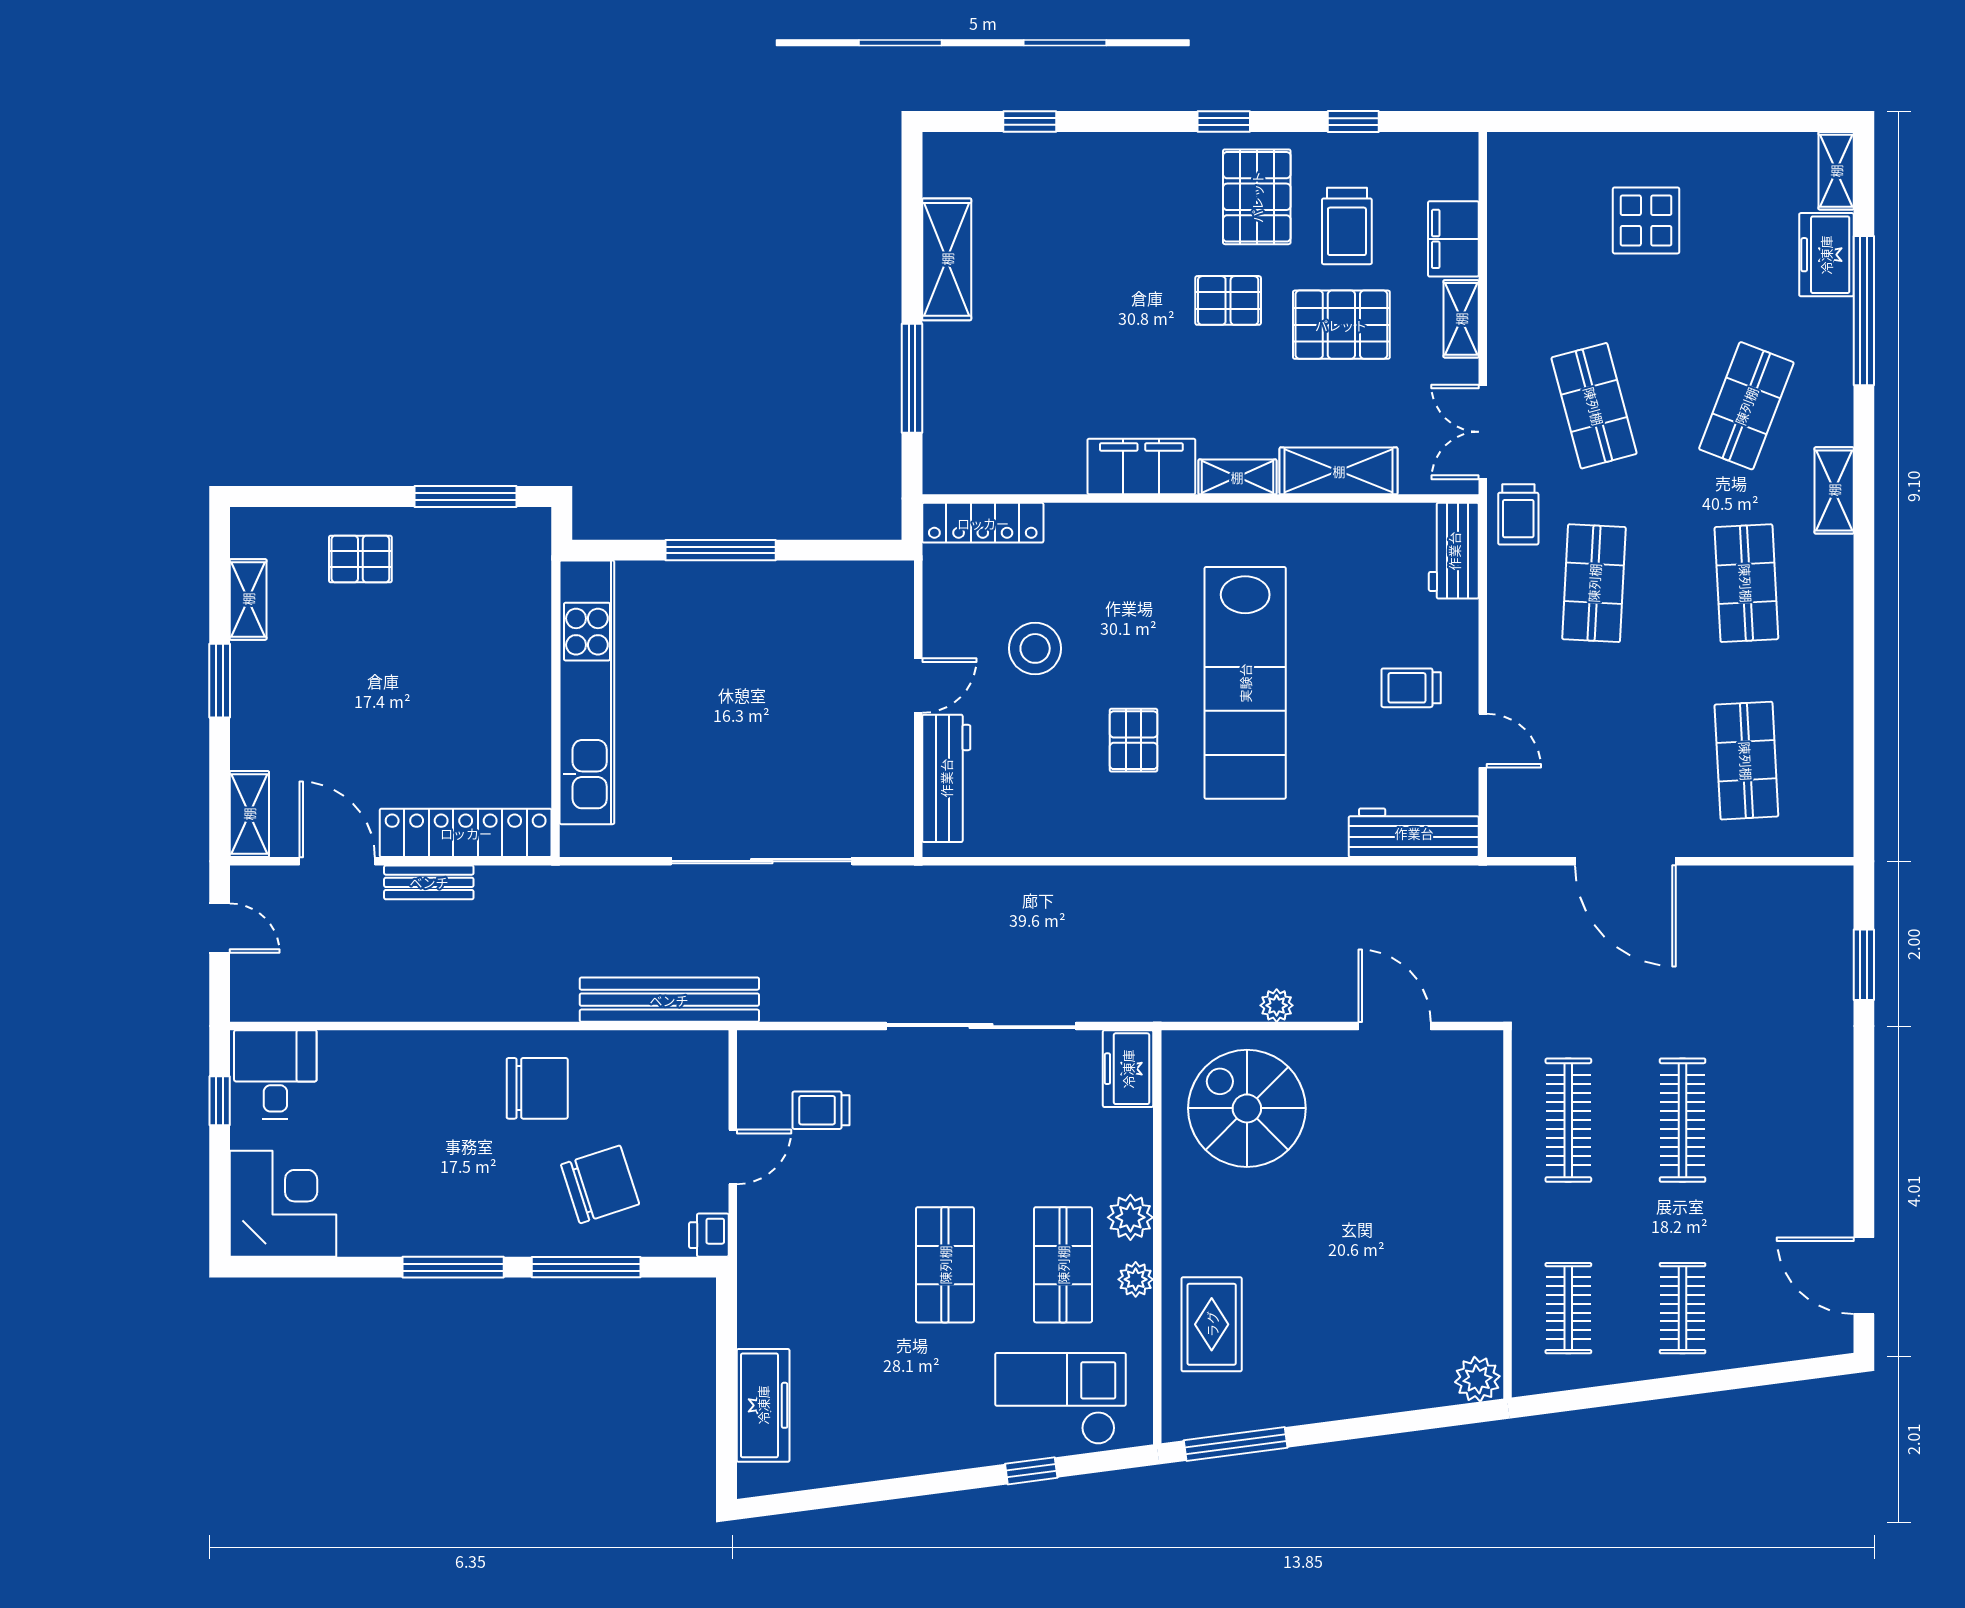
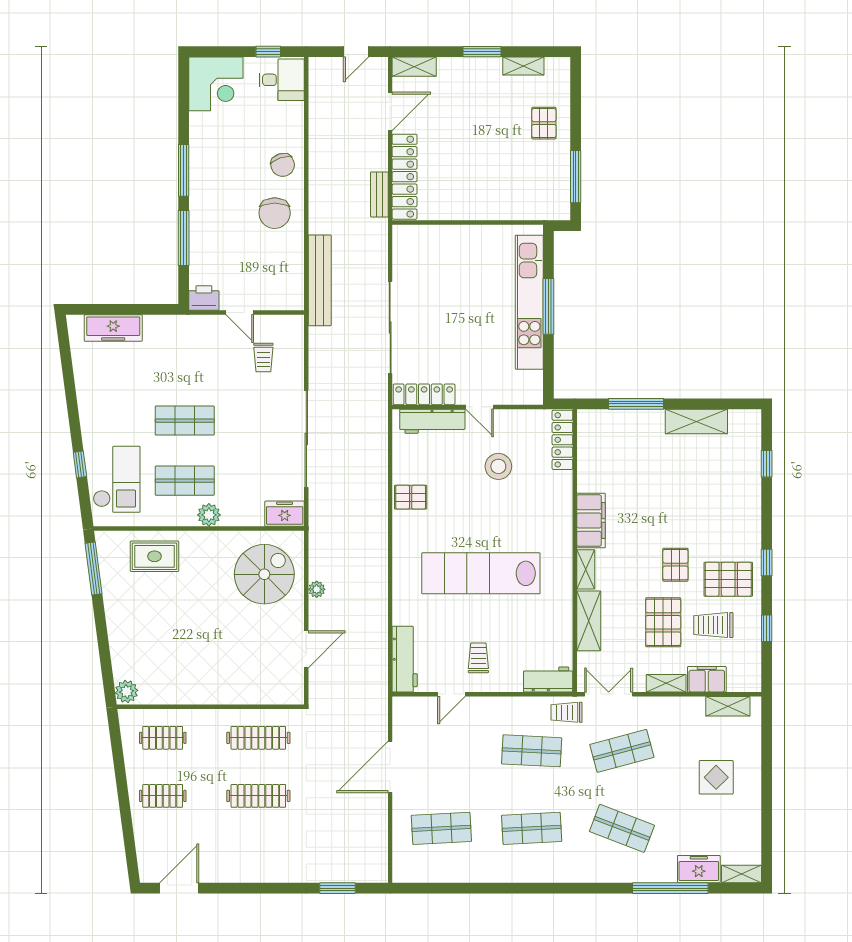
shelving: (1834, 490) -> (728, 706), moved
kitchen unit: (587, 692) -> (529, 302), moved, turned 90
pallet: (1134, 740) -> (411, 497), moved
locker: (893, 794) -> (424, 394), added
bench: (429, 882) -> (379, 194), moved
trolley: (821, 1110) -> (263, 357), turned 180
chair: (600, 1184) -> (283, 165), moved, width x0.73, depth x0.73
printer: (709, 1235) -> (204, 298), width x1.36, depth x1.24
plant: (1136, 1279) -> (177, 518), removed

